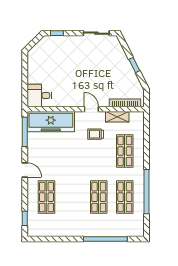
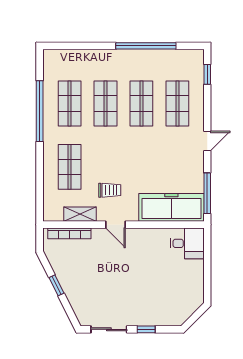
window: (57, 33) -> (146, 329), moved
door: (25, 170) -> (207, 141), swing flipped
shop shelf: (73, 197) -> (141, 103), added
window: (105, 239) -> (146, 46), moved

